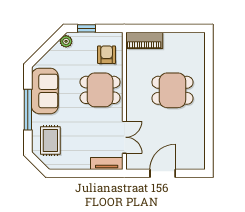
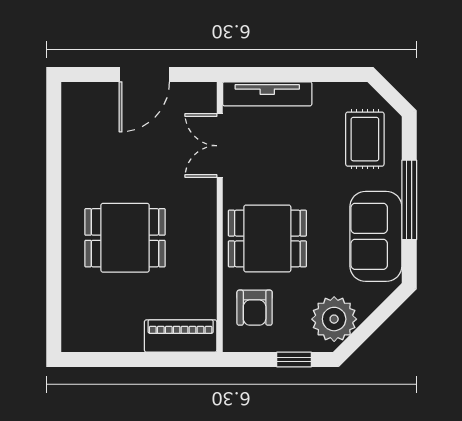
plant: (66, 41) -> (334, 319), width x1.87, depth x1.87
tv unit: (107, 164) -> (267, 94), width x1.41

